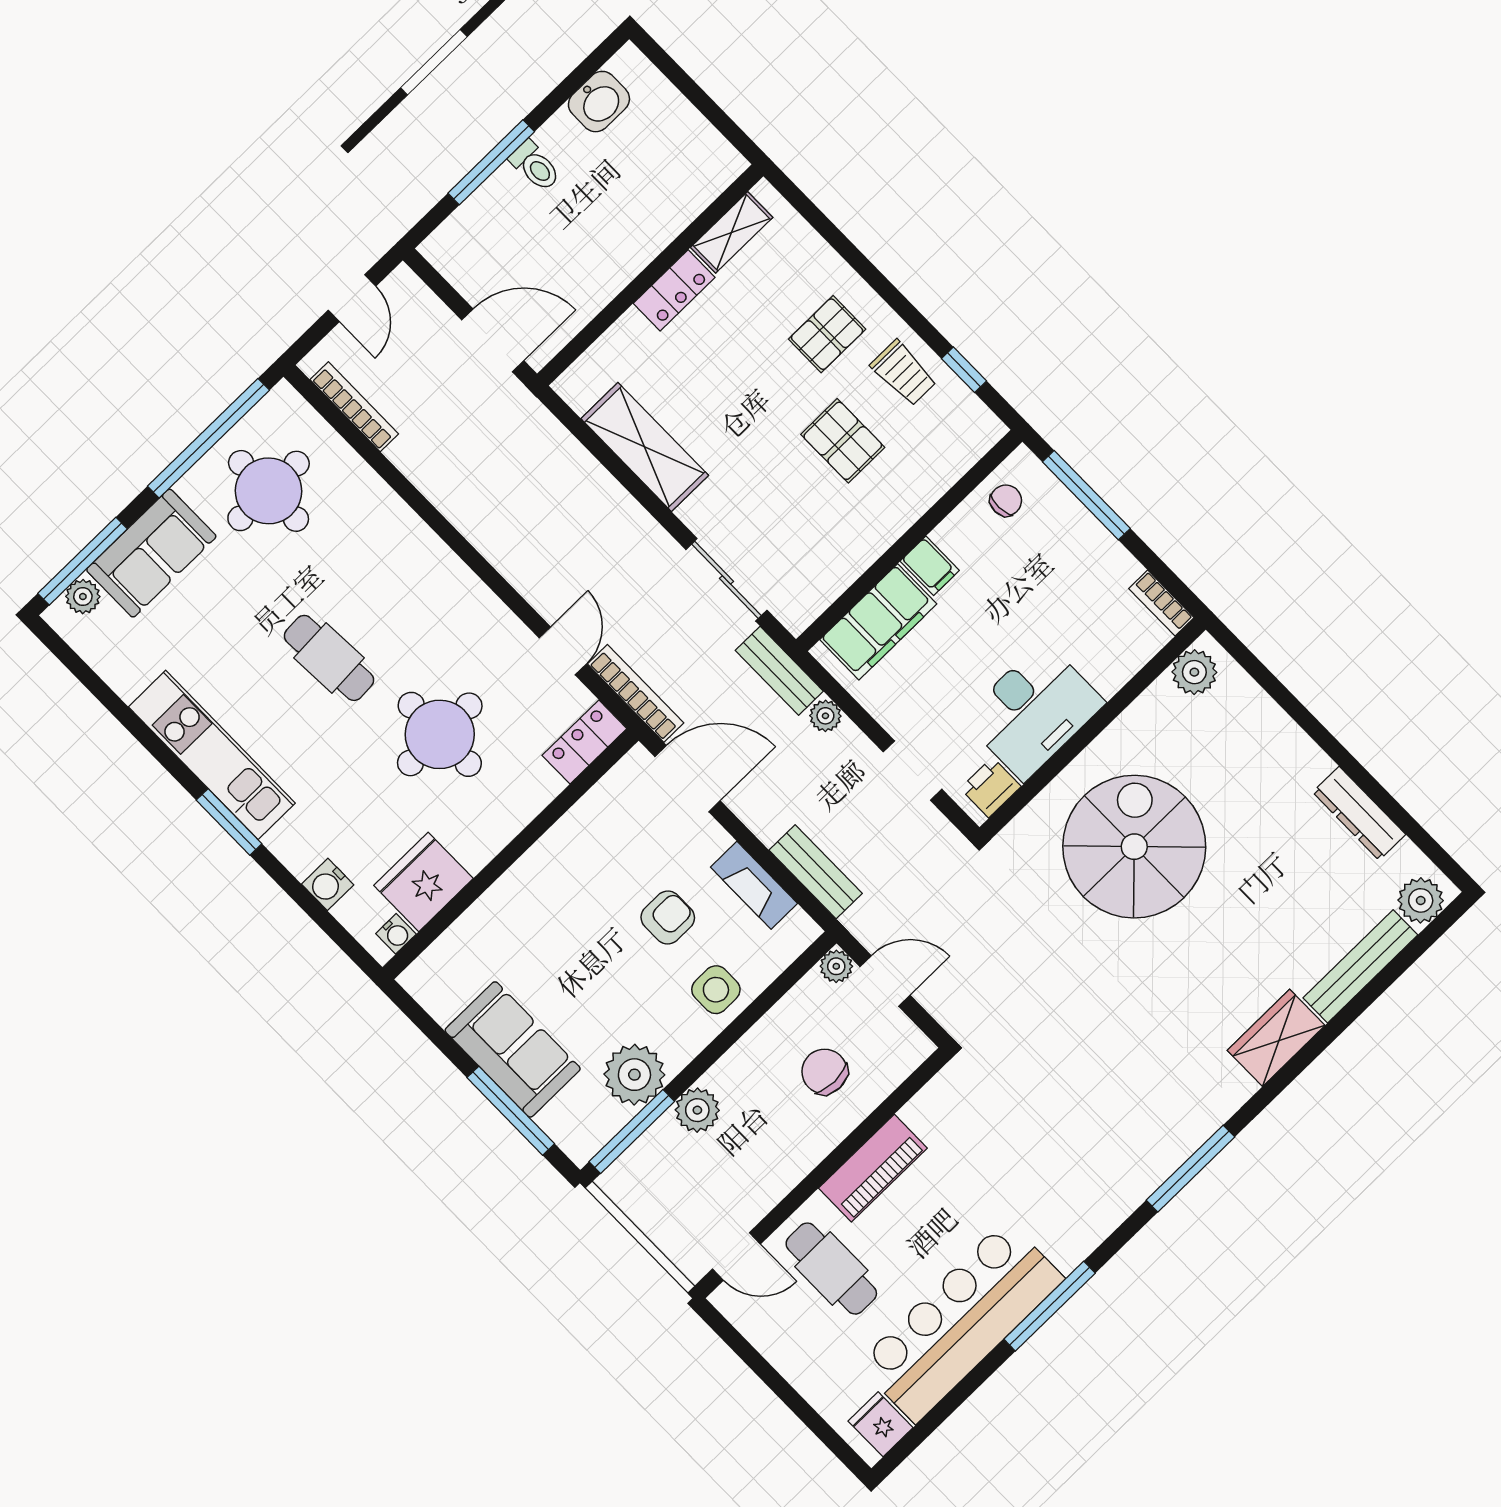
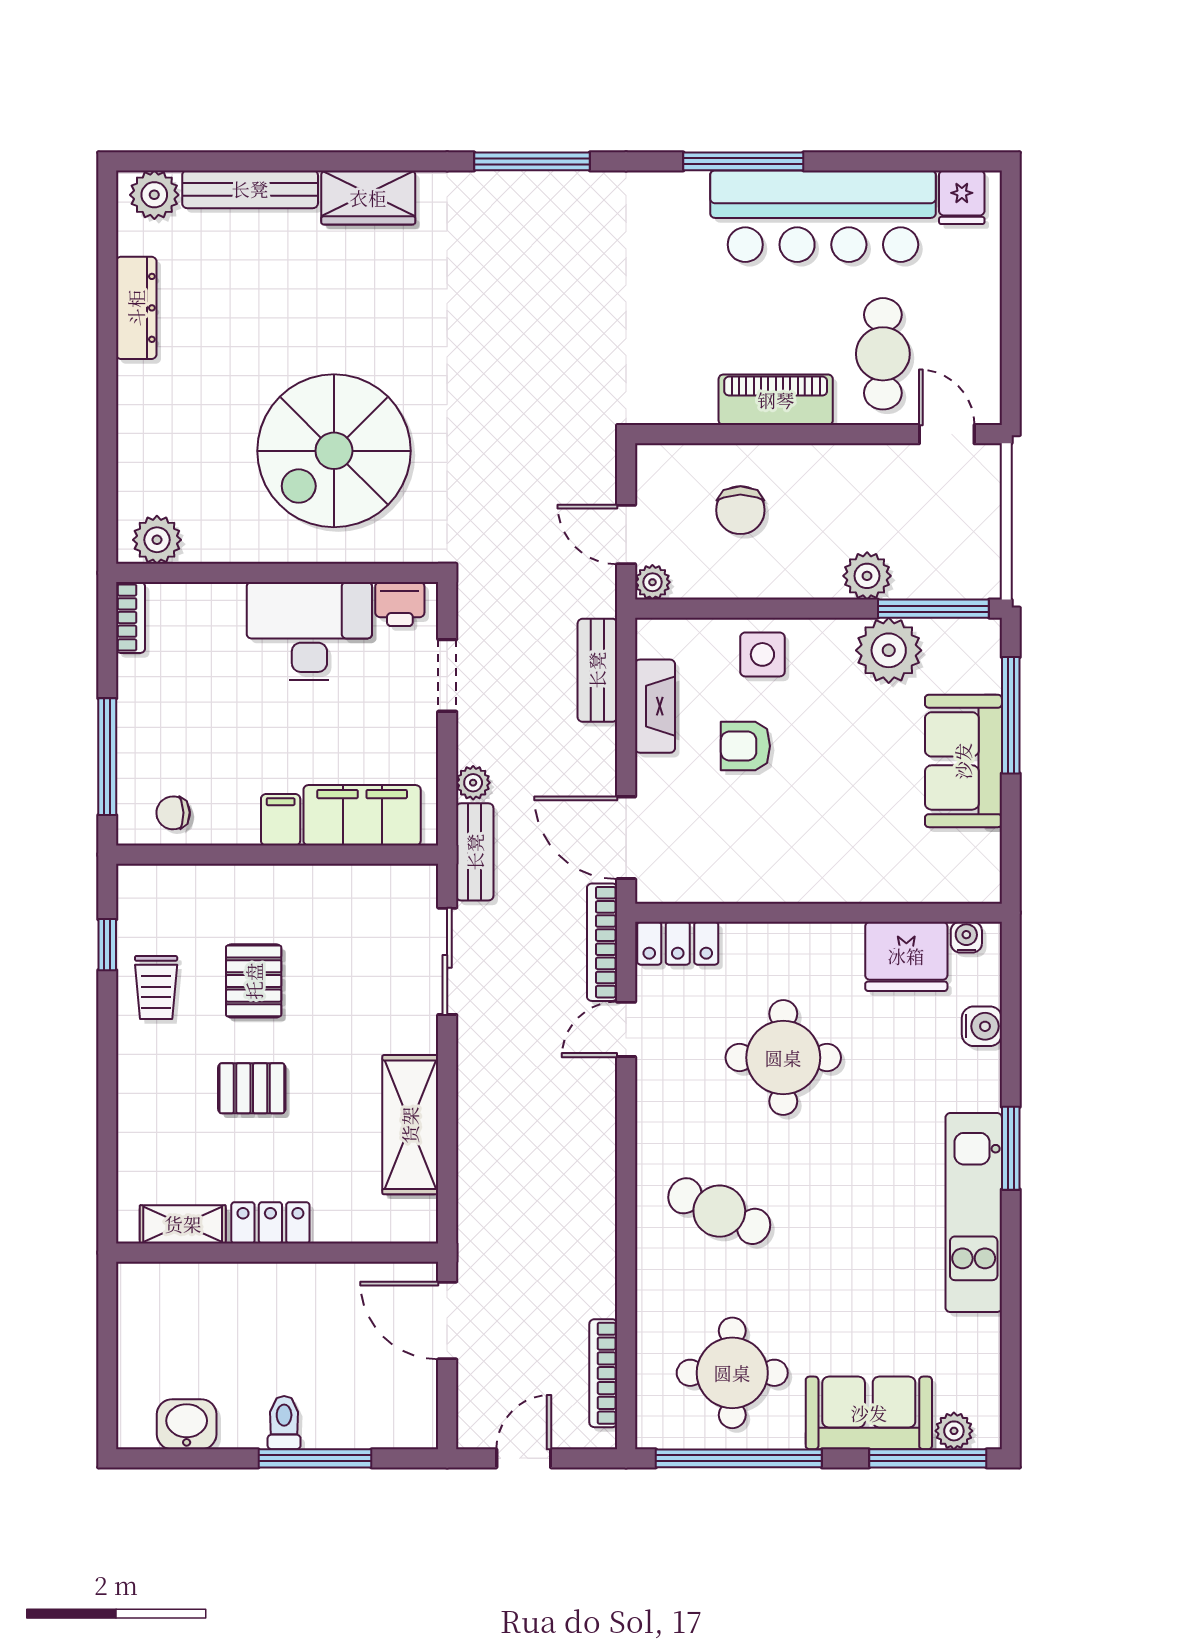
pallet: (827, 334) -> (252, 1088), moved
trolley: (904, 373) -> (156, 988), turned 180
cafe table: (329, 658) -> (719, 1211), moved, turned -63

